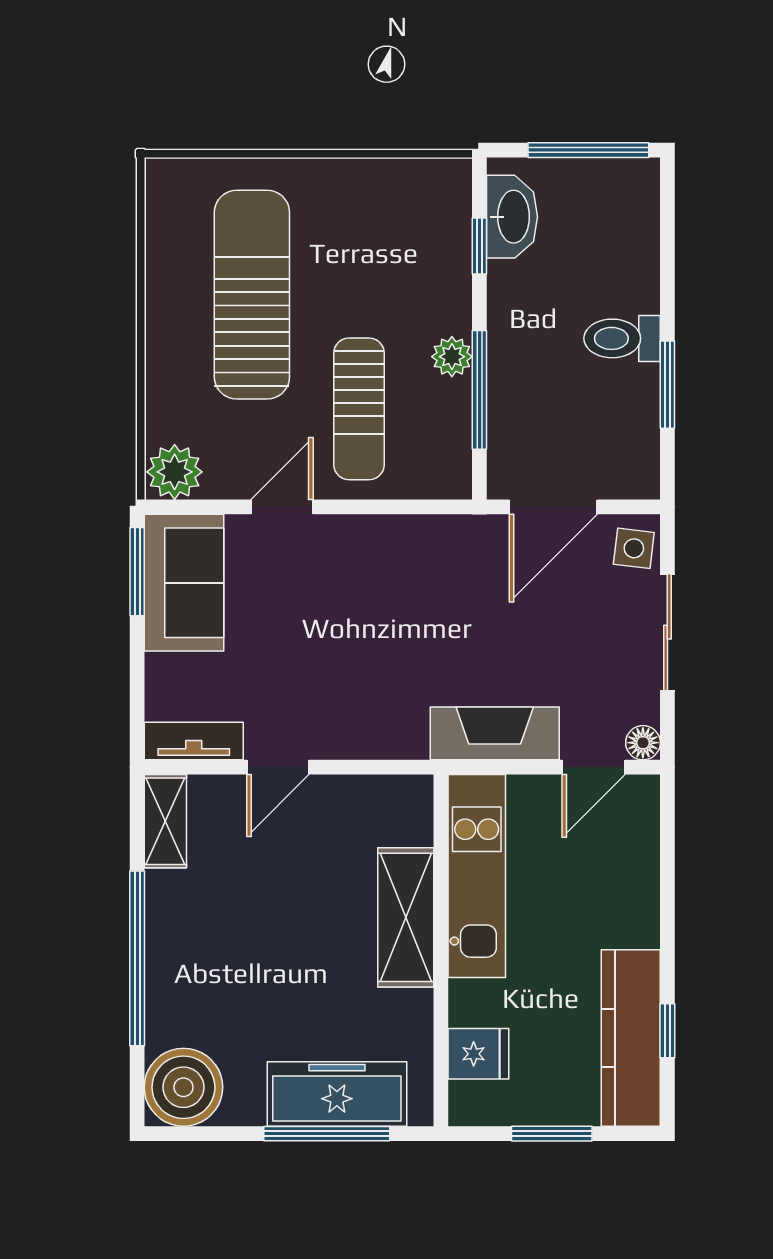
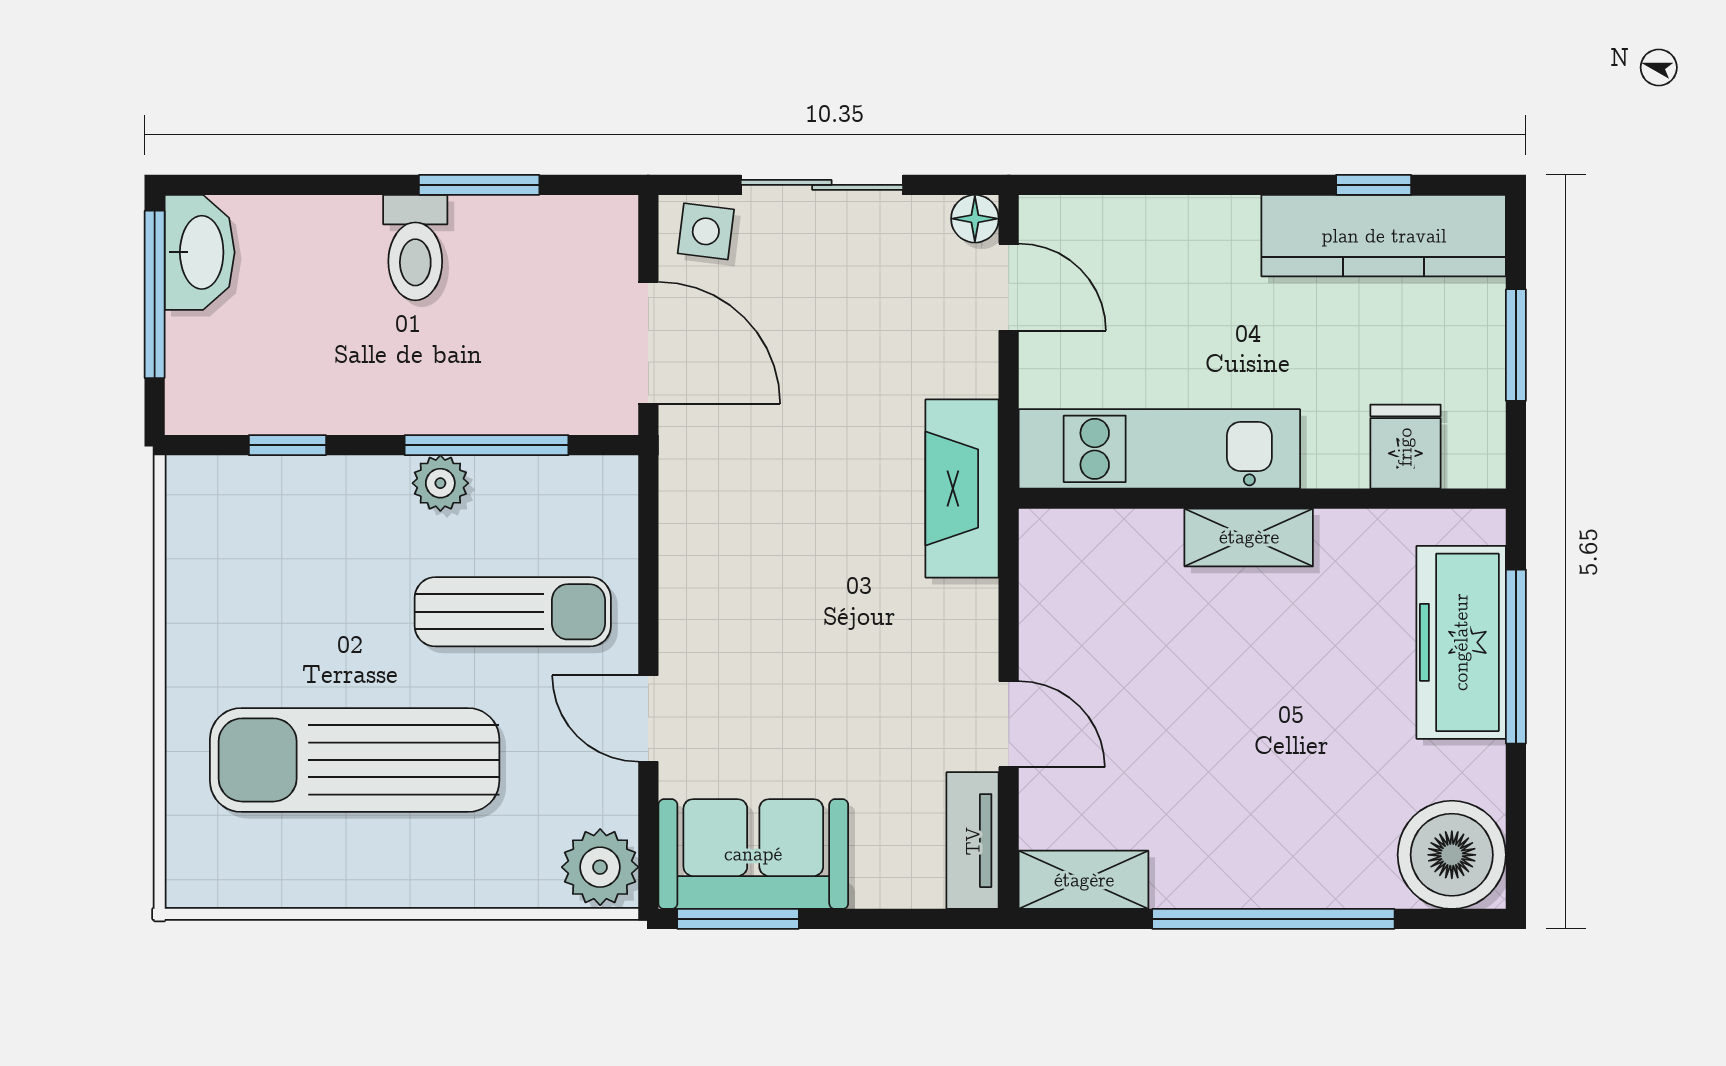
washbasin: (512, 217) -> (200, 252), moved, turned 90
fireplace: (495, 733) -> (962, 488), moved
shelving: (406, 917) -> (1249, 537), width x0.67, depth x0.75

